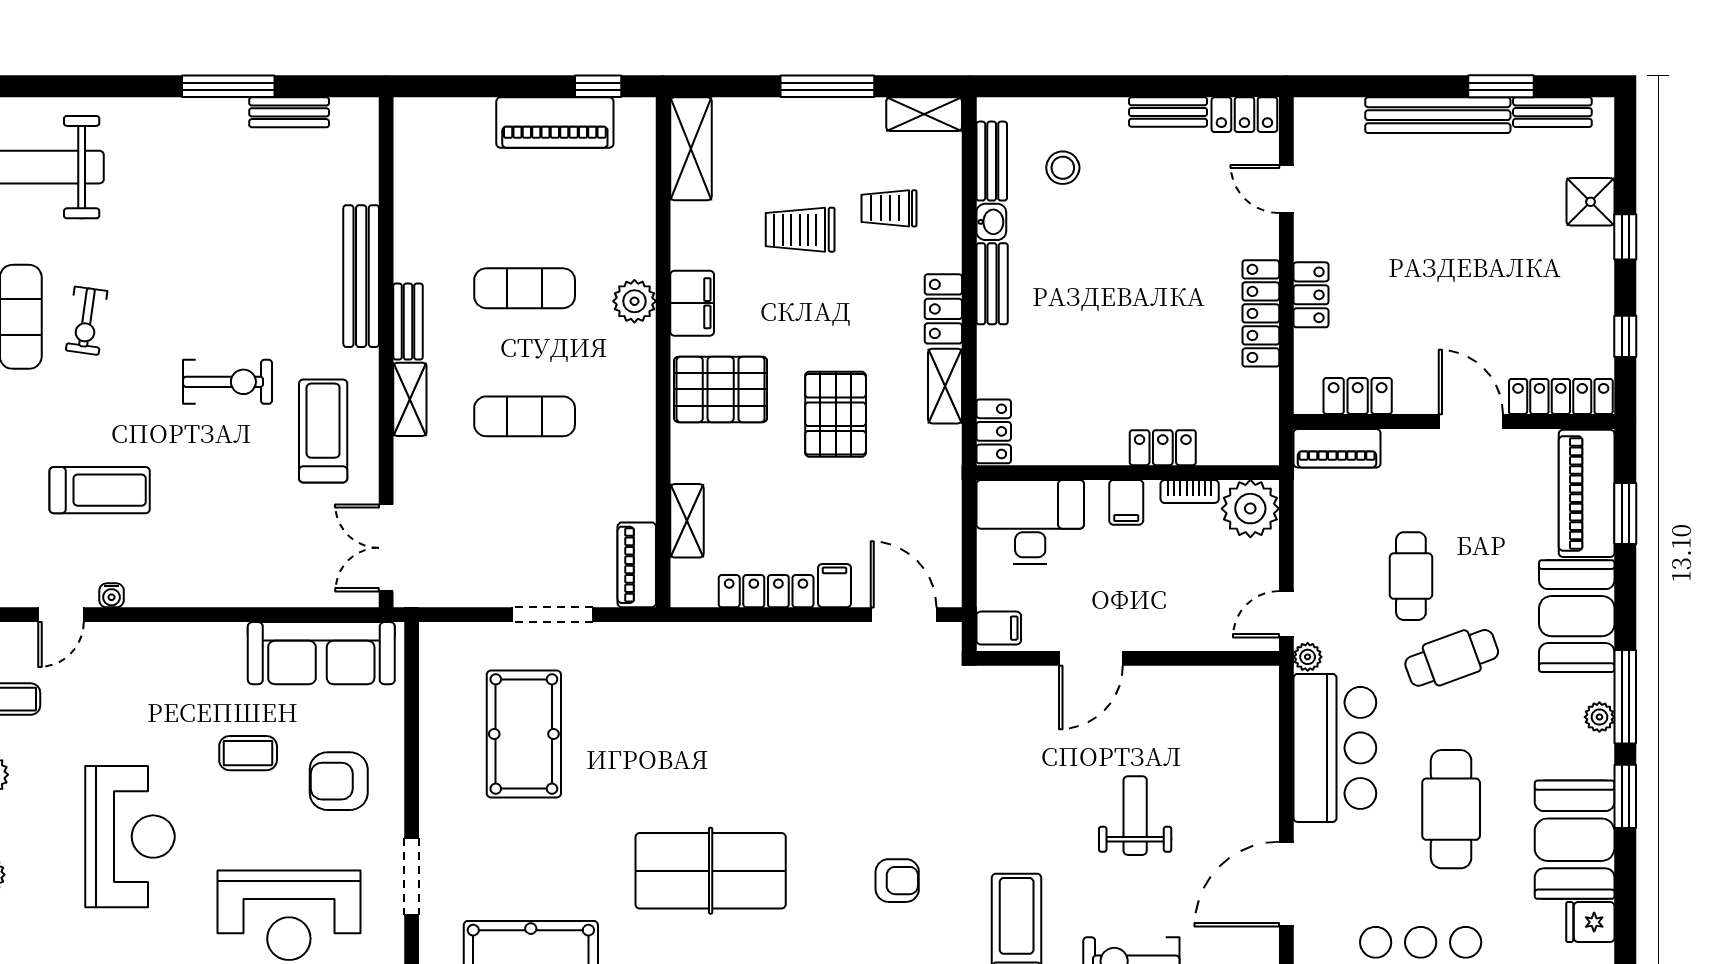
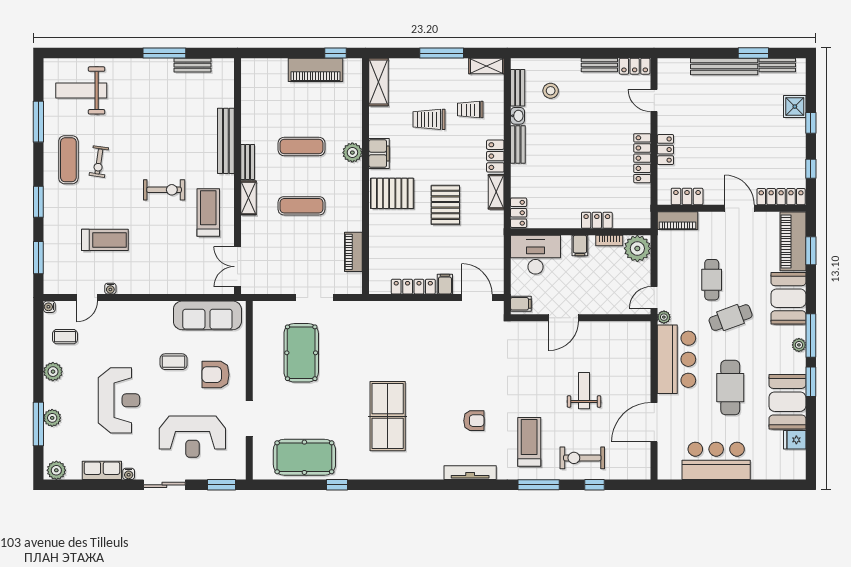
shelving: (687, 521) -> (377, 254), removed
piano: (637, 565) -> (353, 252), moved
table tennis table: (711, 871) -> (388, 416), turned 90

